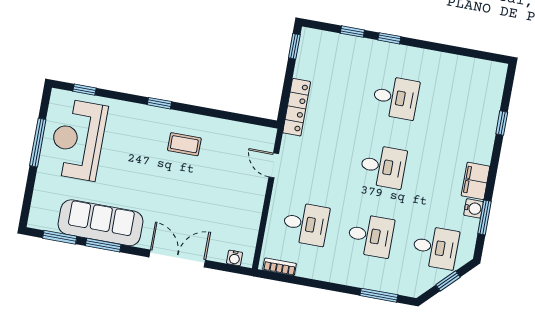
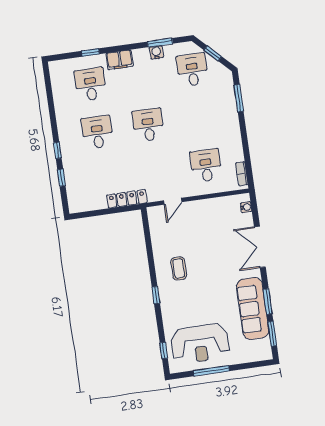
window: (294, 46) -> (85, 215), removed
filing cabinet: (476, 181) -> (120, 60), moved
desk: (371, 236) -> (90, 84), moved

